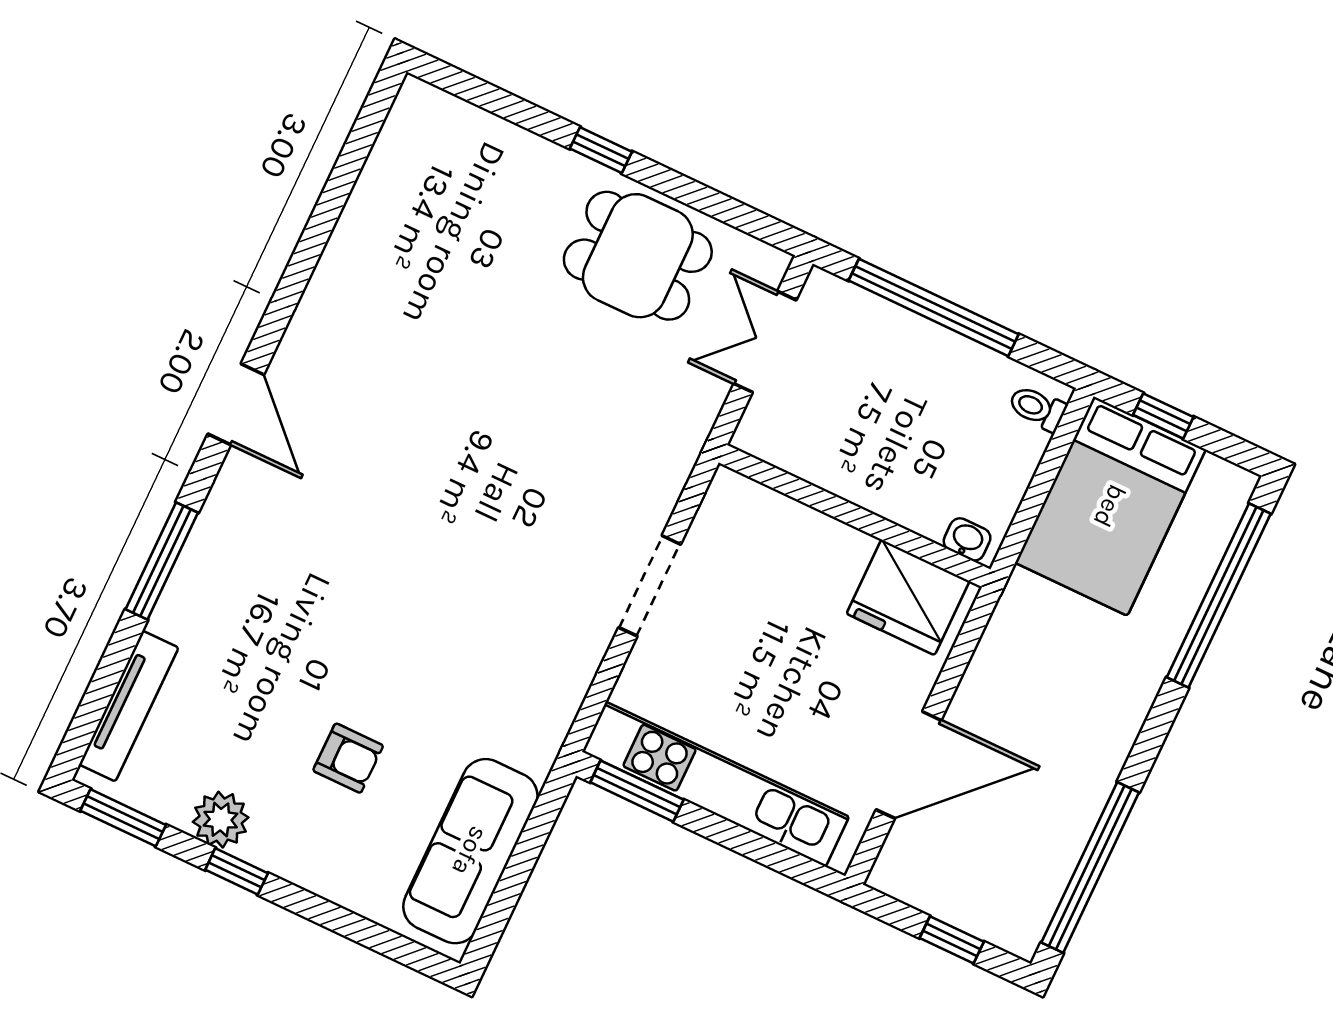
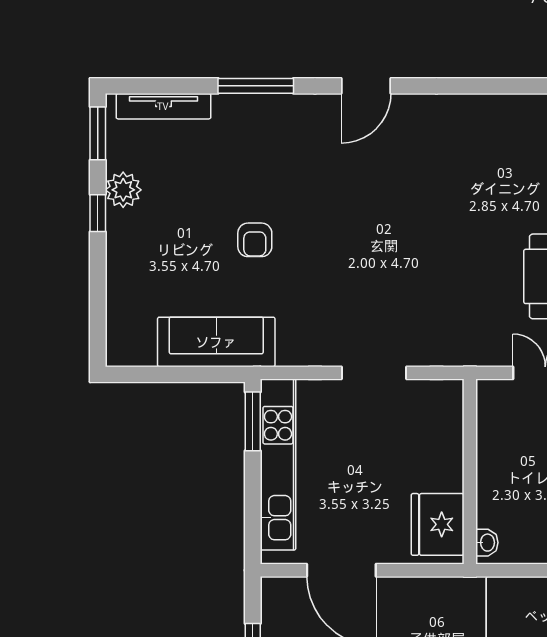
armchair: (348, 758) -> (255, 240), moved
sofa: (470, 851) -> (216, 342), moved

